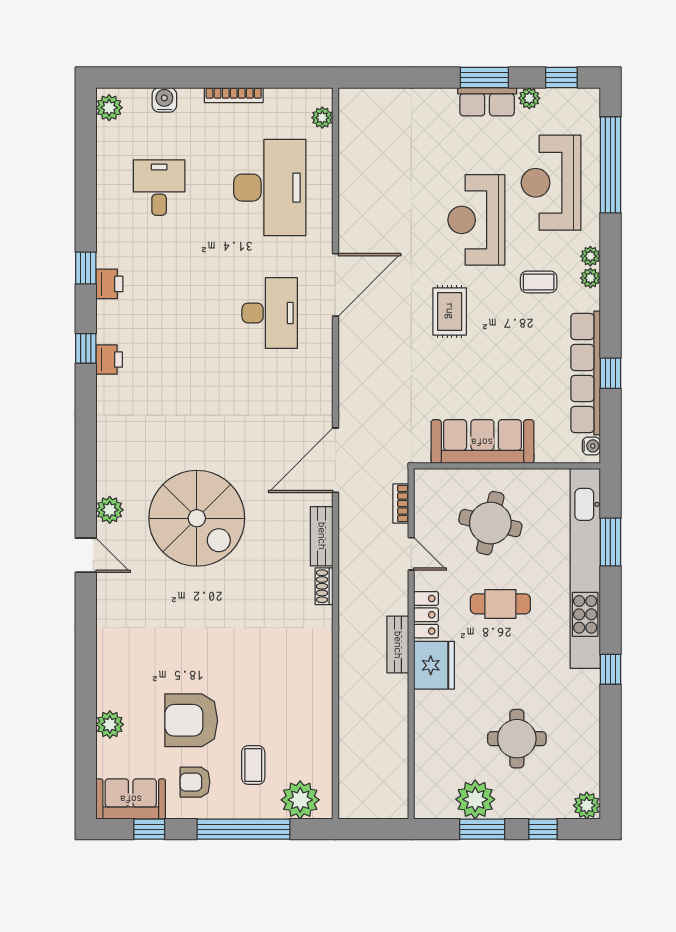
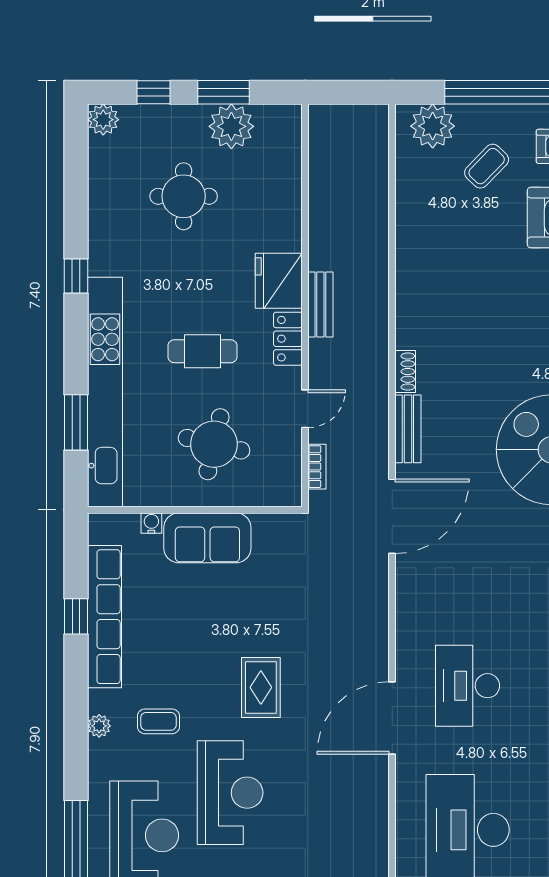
plant: (590, 256) -> (99, 751), removed
sofa: (482, 442) -> (207, 538), width x0.73
water cooler: (591, 446) -> (151, 523), moved, turned 90
door: (411, 554) -> (305, 409), swing flipped
coffee table: (253, 765) -> (487, 166), turned 44

